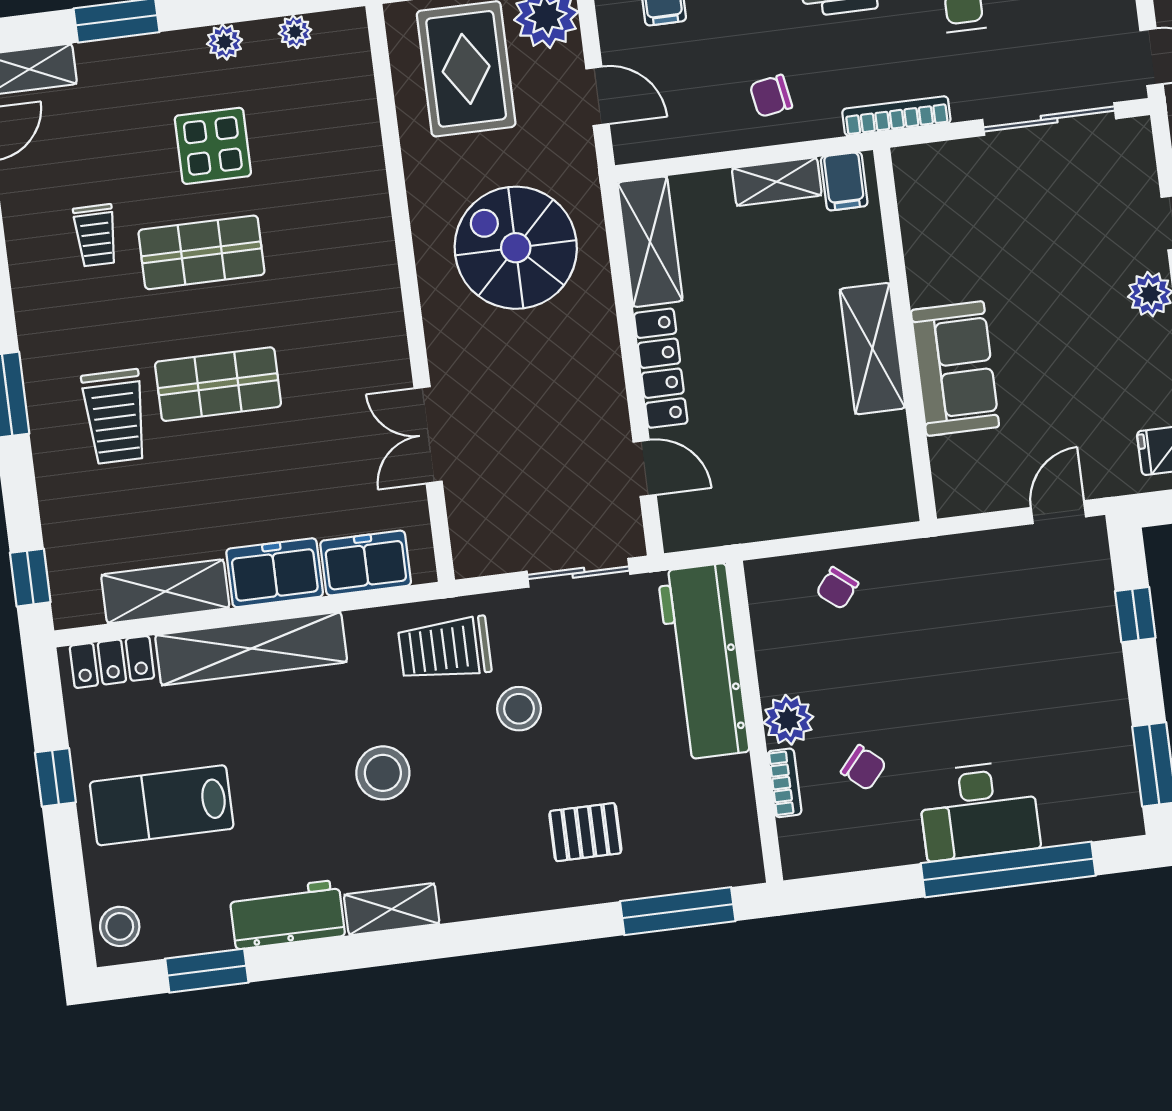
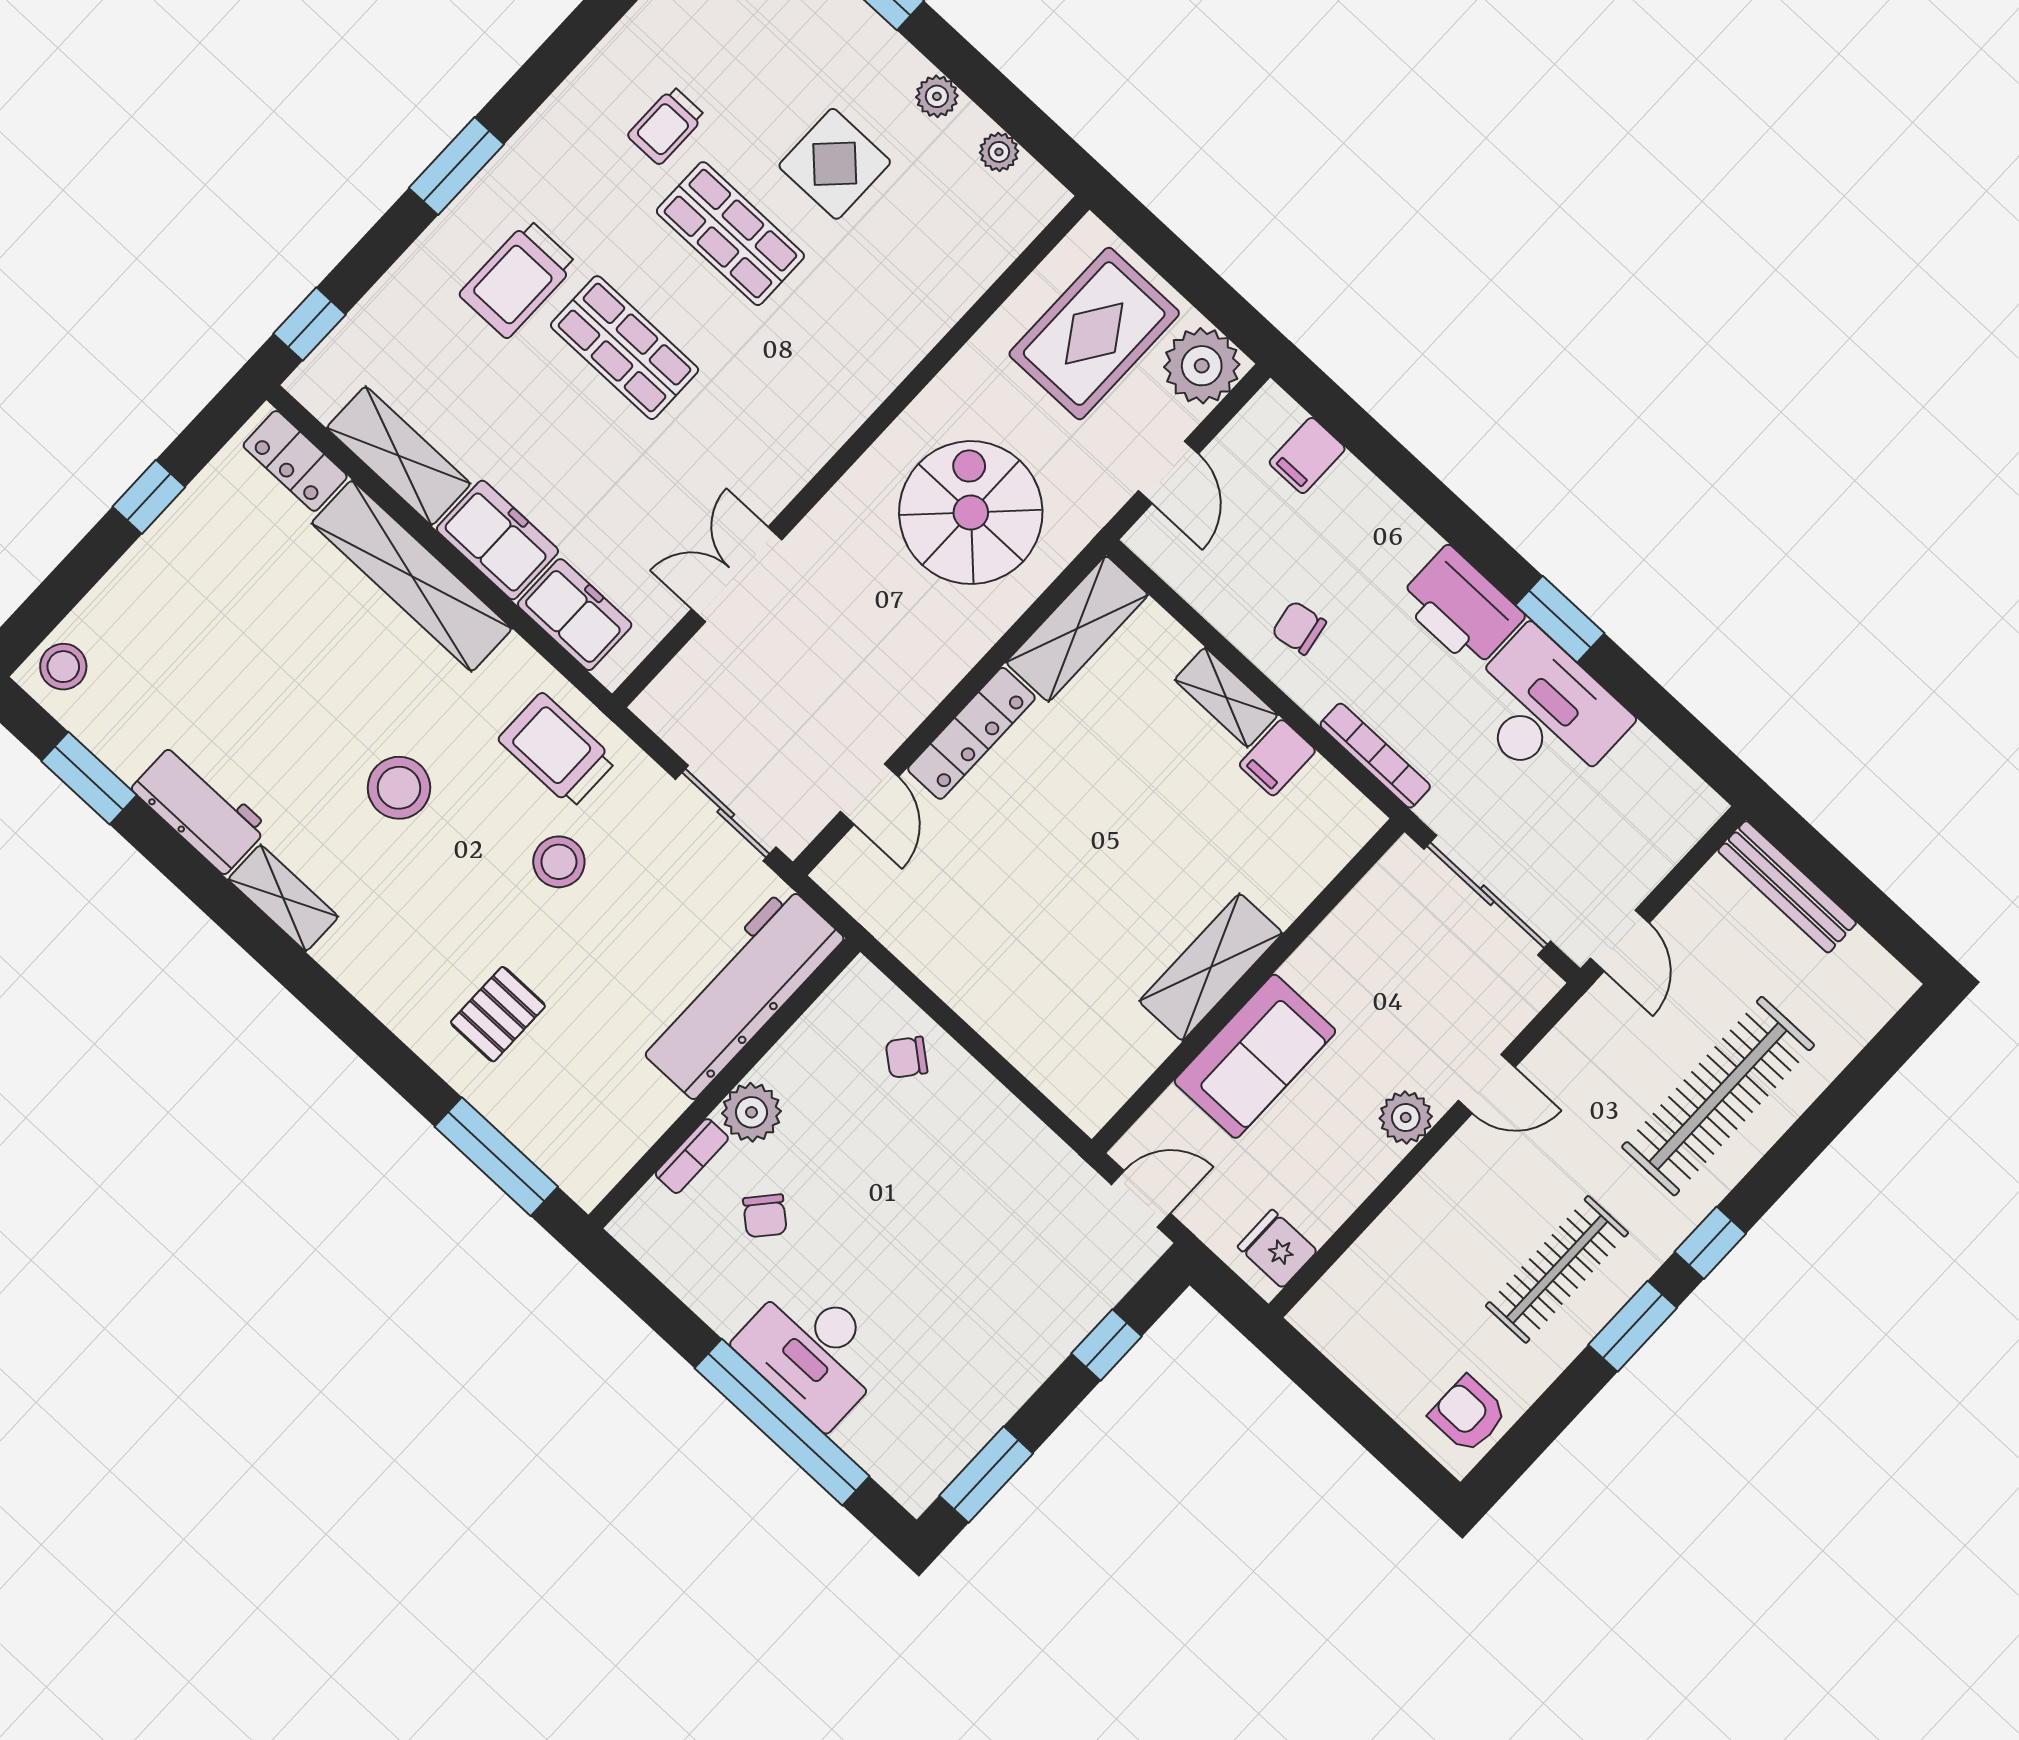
wall: (905, 334) -> (1248, 986), moved
shelving: (872, 349) -> (1211, 967), moved
sofa: (955, 369) -> (1255, 1056), moved
lab bench: (162, 805) -> (204, 613), removed
pallet: (585, 832) -> (498, 1014), turned 90

